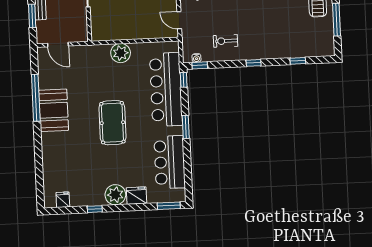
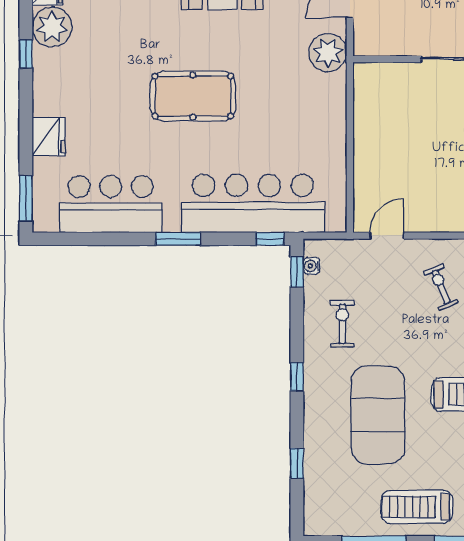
exercise mat: (271, 21) -> (378, 415), added
plant: (121, 53) -> (328, 53), moved
plant: (115, 195) -> (52, 27), moved

